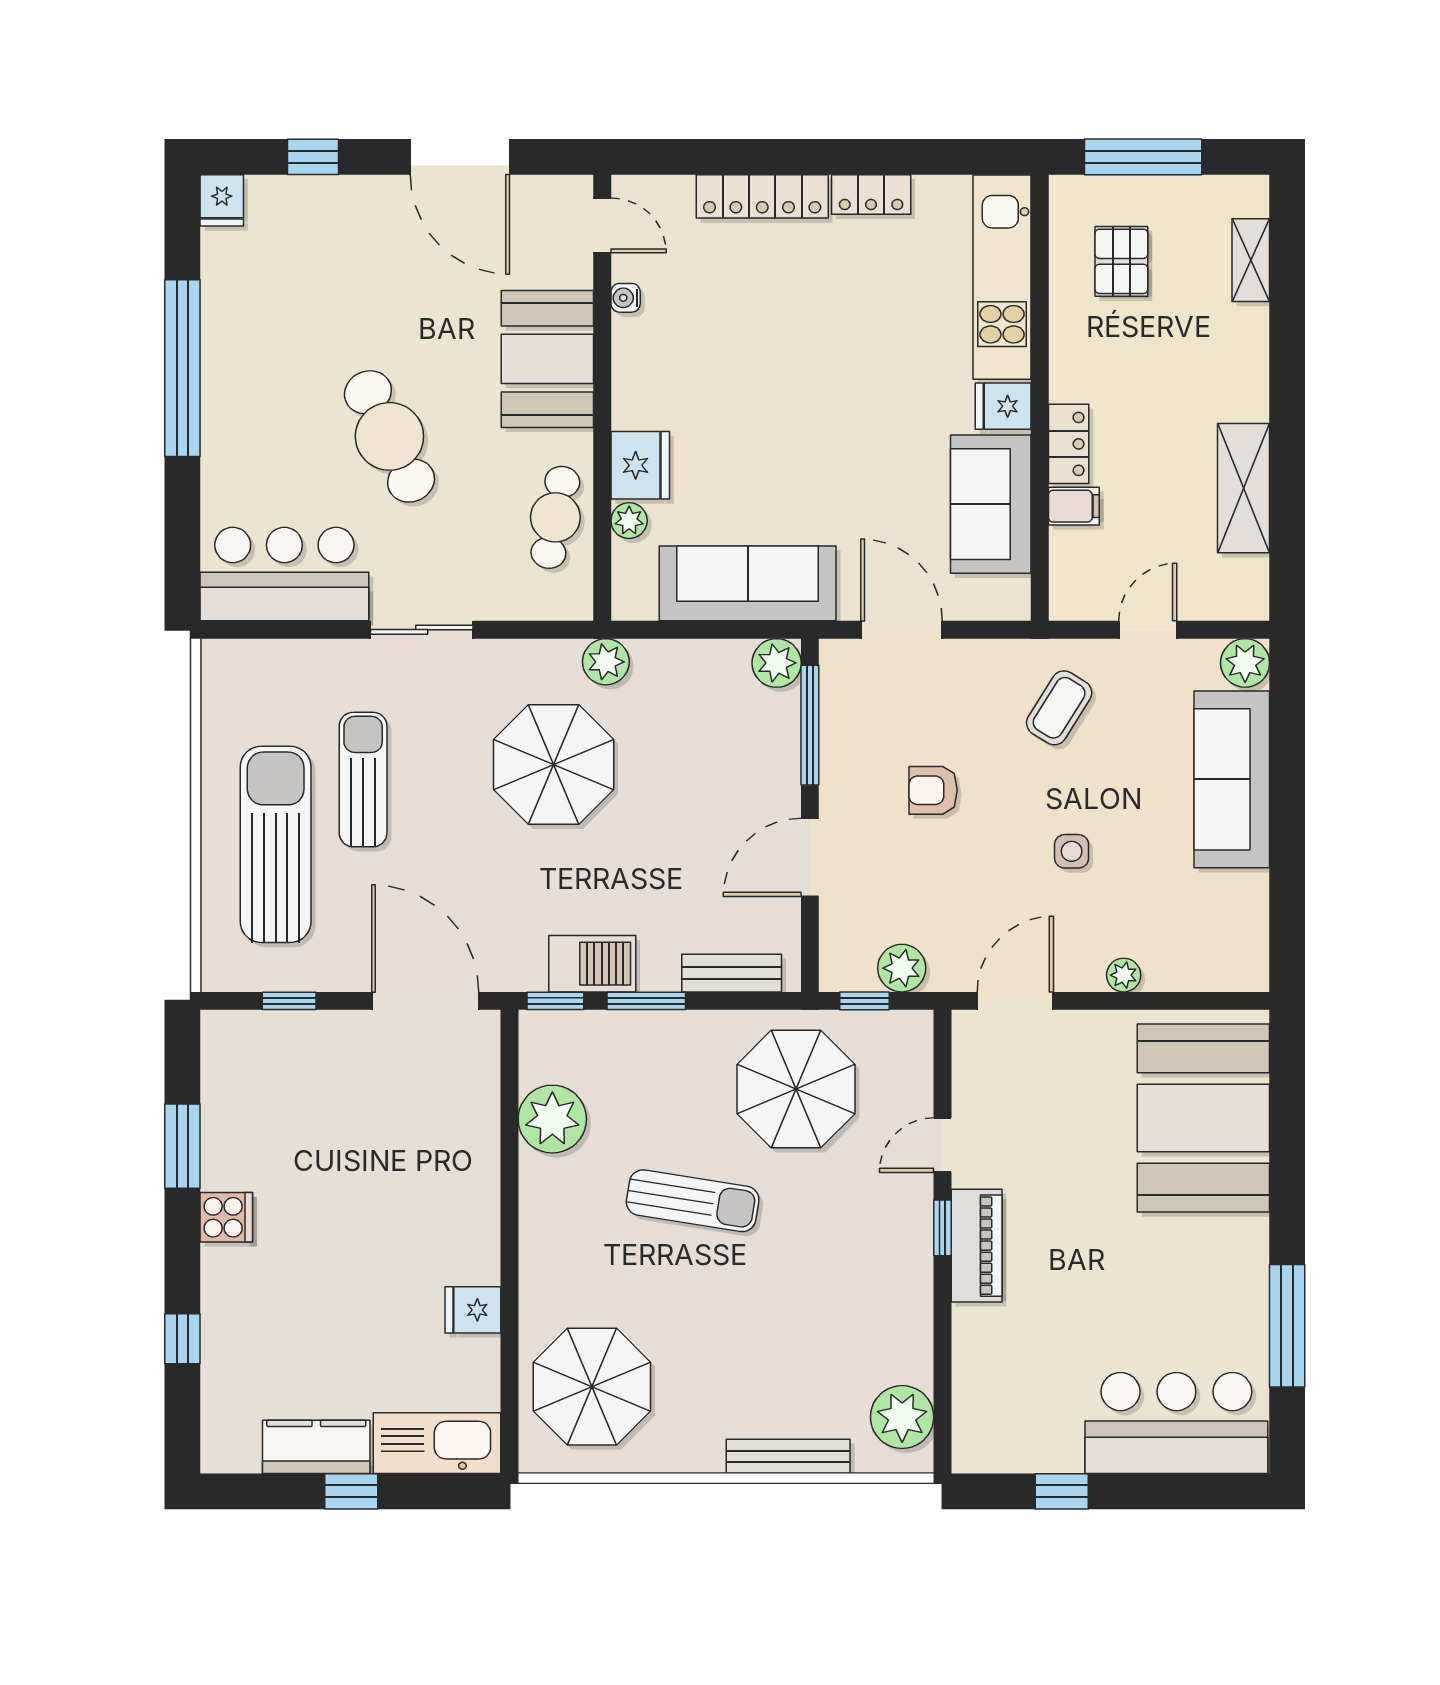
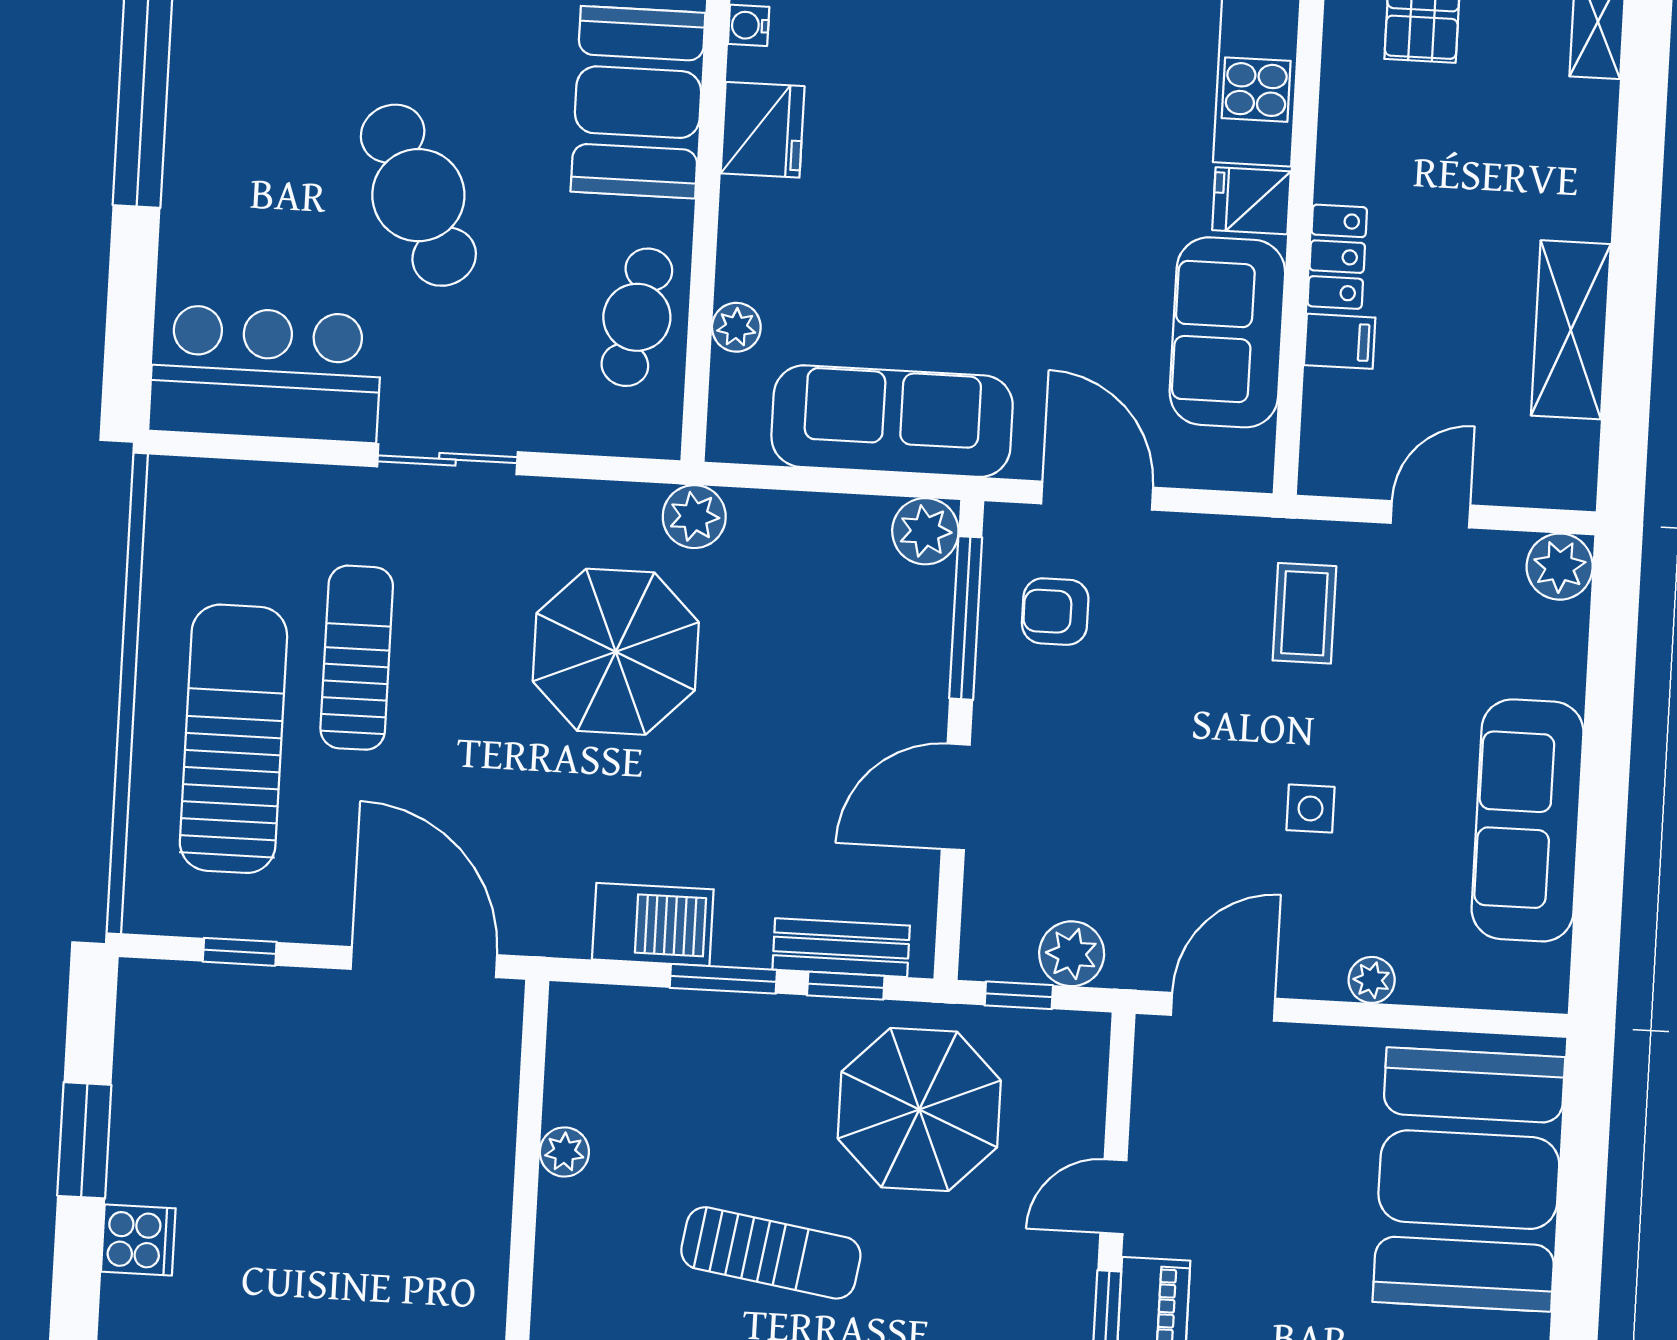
fridge: (640, 465) -> (763, 130), moved
coffee table: (1059, 708) -> (1304, 613), turned -32
sofa: (1232, 779) -> (1527, 820), moved
armchair: (933, 790) -> (1055, 612), moved
window: (555, 1001) -> (846, 986), moved
plant: (552, 1119) -> (564, 1152), width x0.53, depth x0.53

